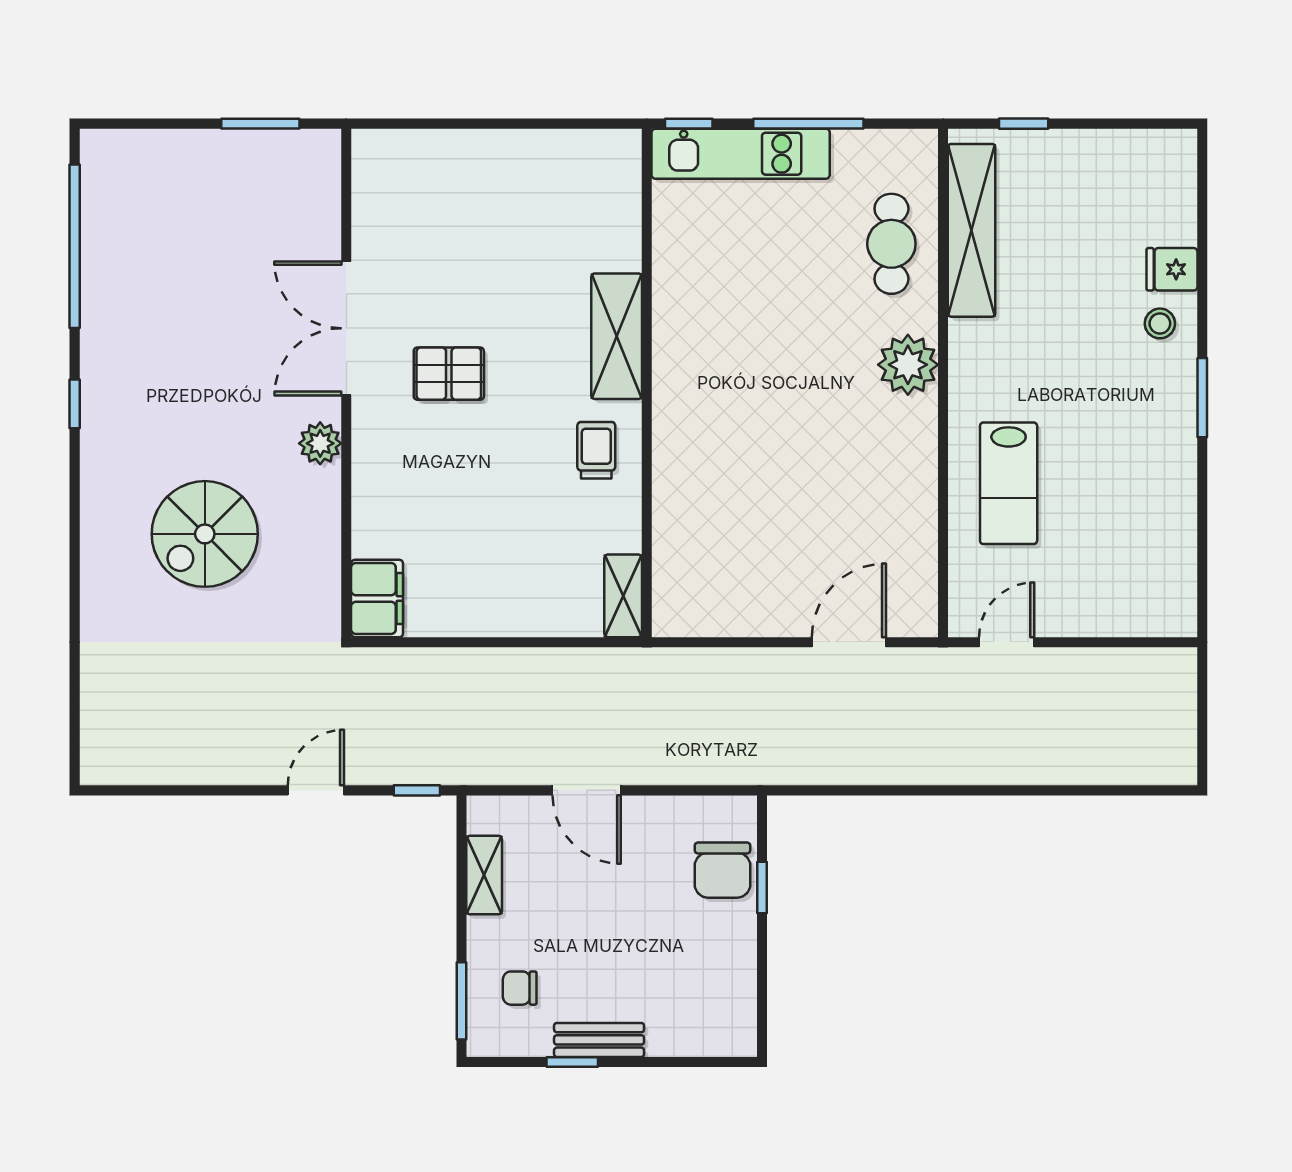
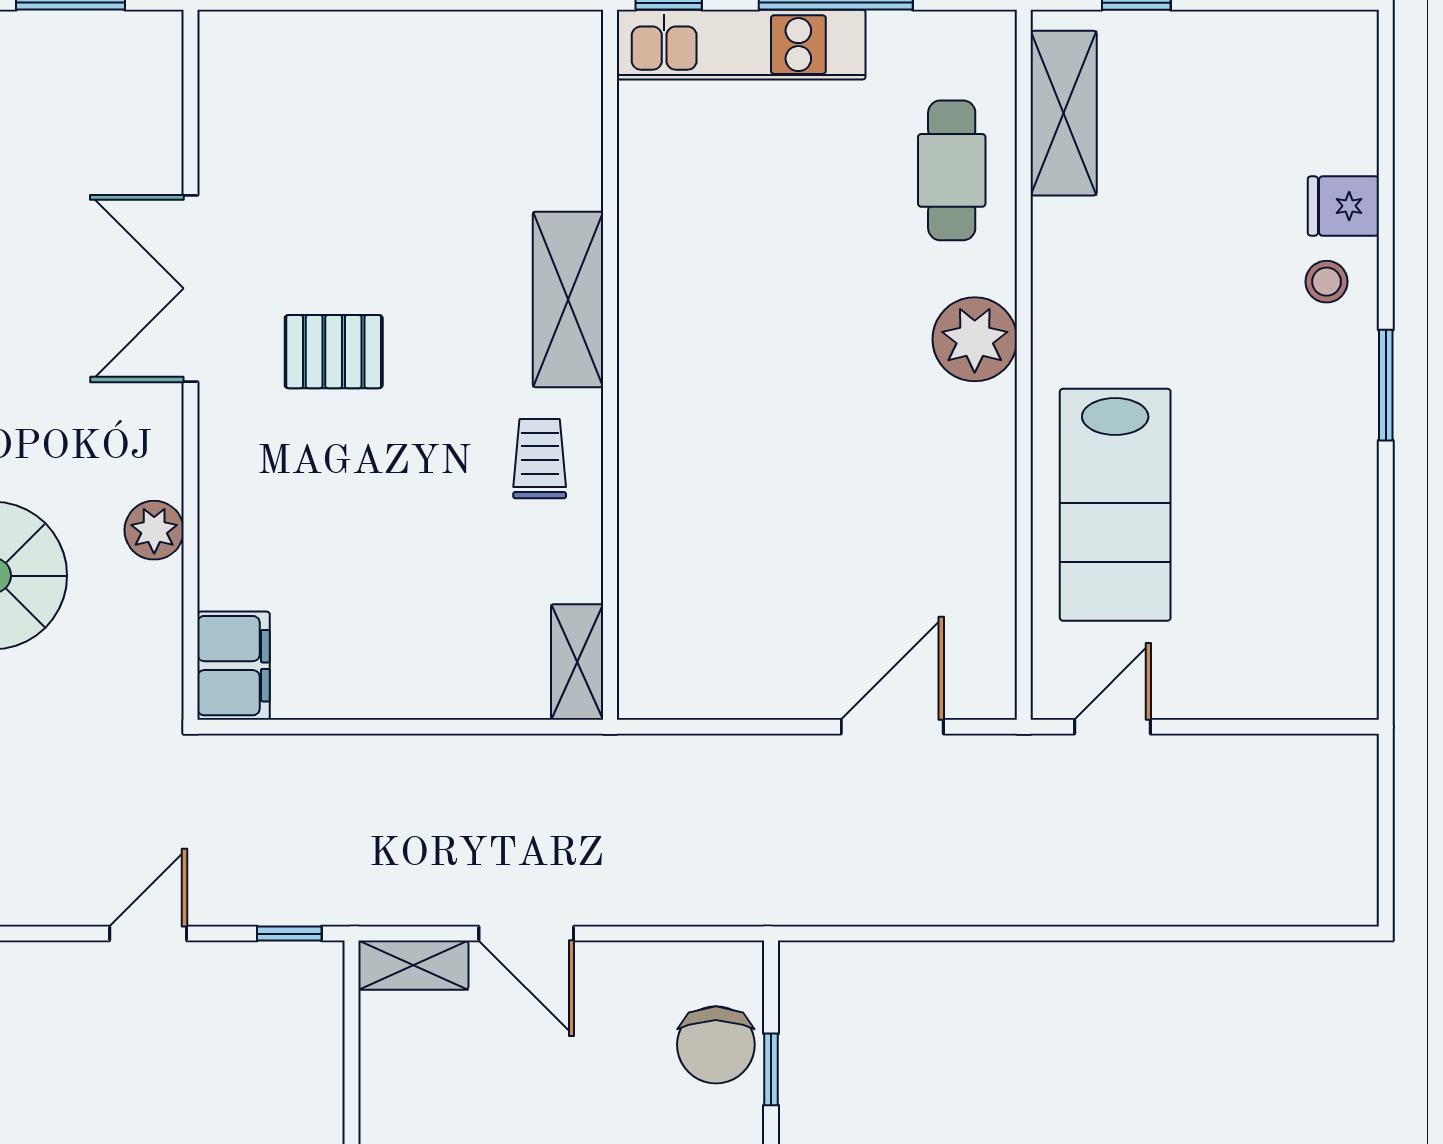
shelving: (972, 230) -> (1064, 113), width x0.68
plant: (320, 443) -> (154, 530), moved
lab bench: (1009, 483) -> (1115, 505), width x1.36, depth x1.39
shelving: (484, 875) -> (413, 965), moved, turned 90

